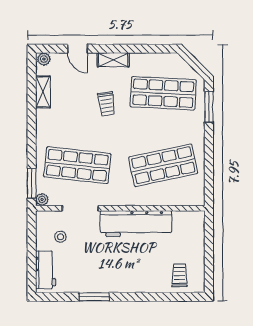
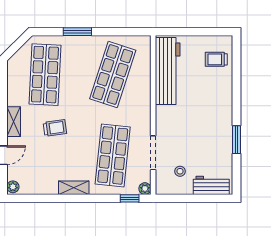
shelving: (43, 92) -> (74, 188), moved
window: (209, 107) -> (77, 32), moved
shop shelf: (163, 165) -> (113, 75), turned 30
window: (32, 183) -> (130, 198), width x0.67
workbench: (136, 224) -> (168, 71), moved

